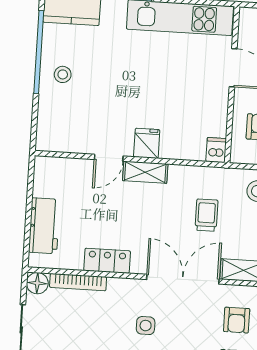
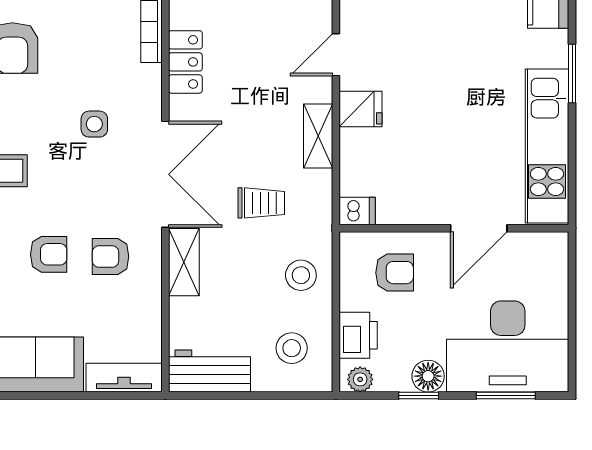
door: (109, 158) -> (336, 55), hinge flipped
shelving: (145, 172) -> (318, 136), moved

